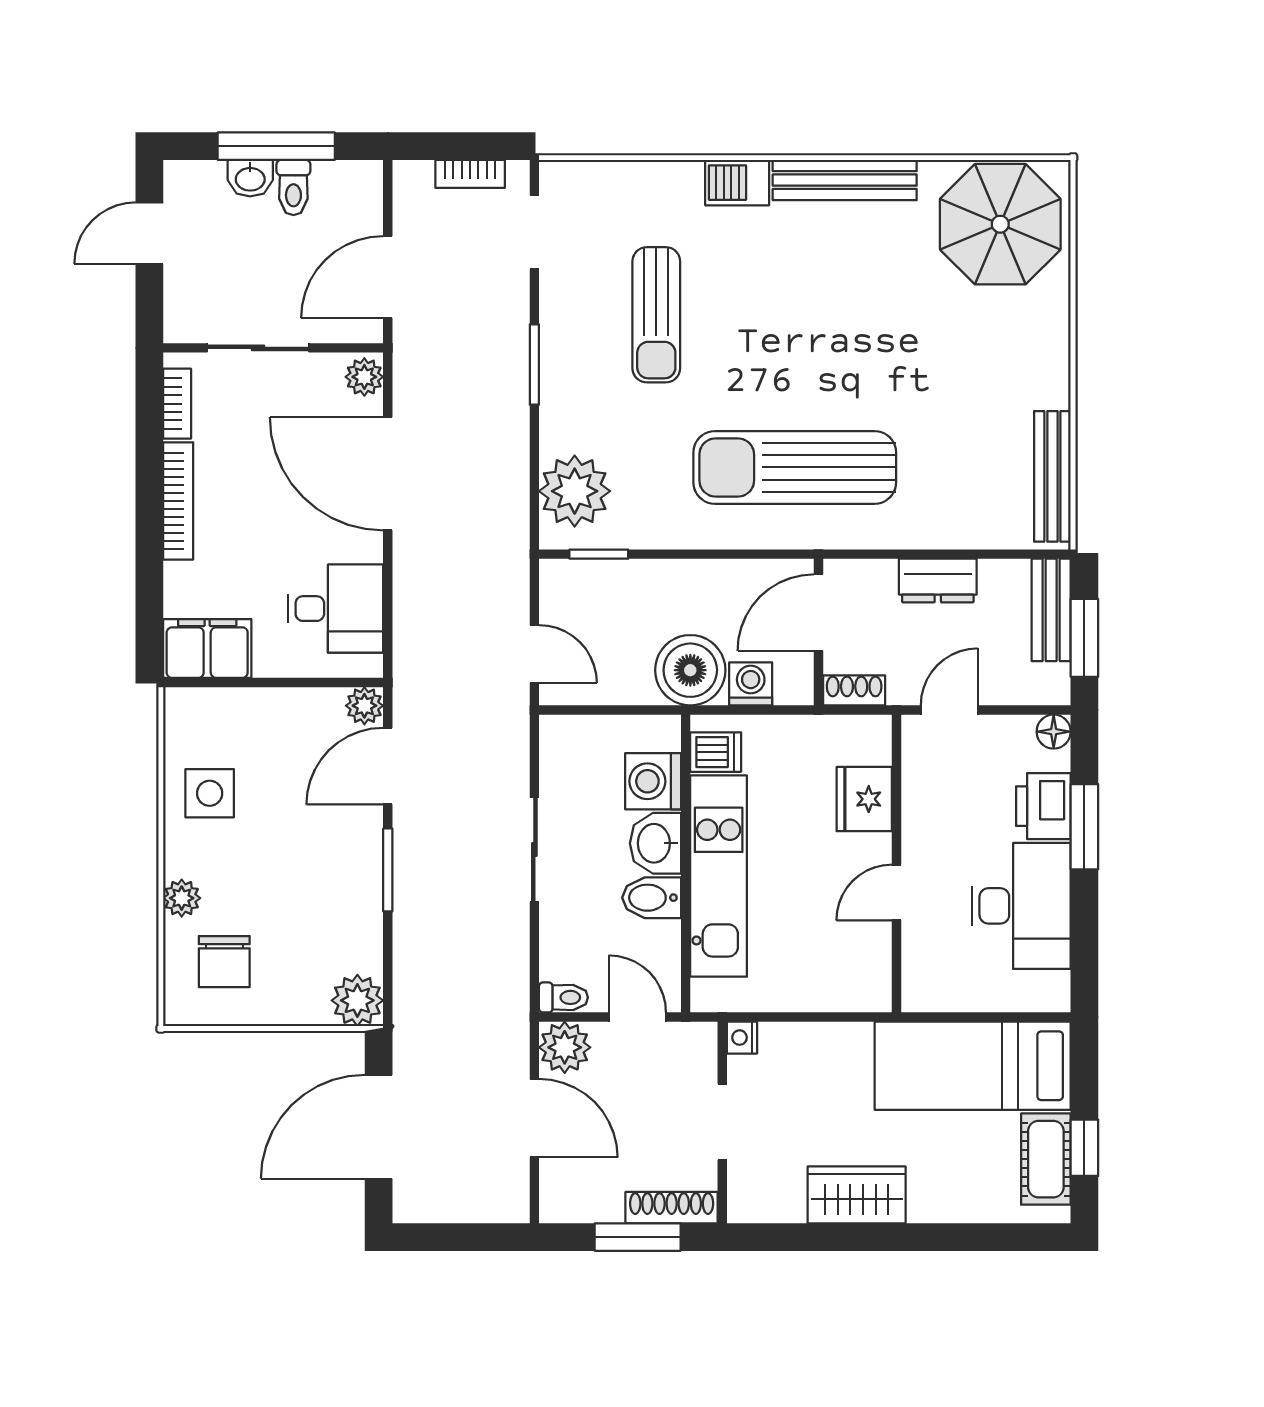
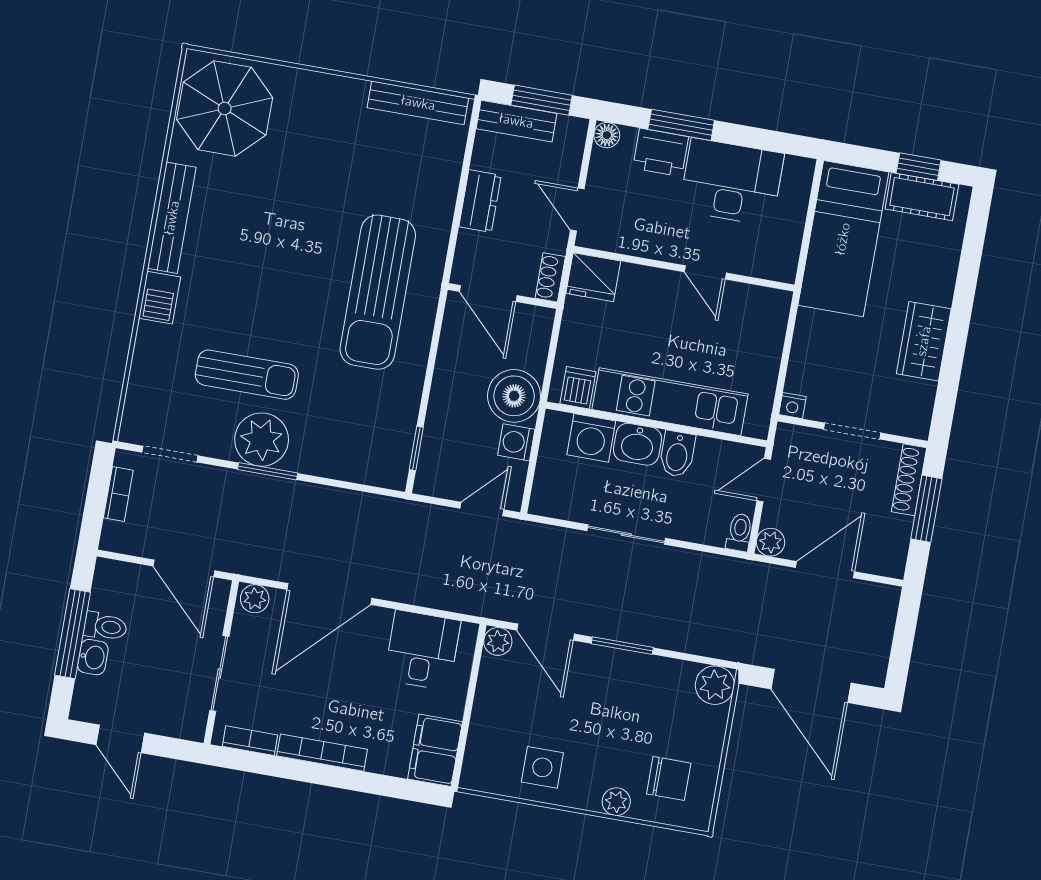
plant: (575, 491) -> (262, 440), moved
washing machine: (751, 684) -> (516, 442), moved
fridge: (864, 799) -> (593, 277), moved
plant: (565, 1047) -> (770, 542), width x0.73, depth x0.73

